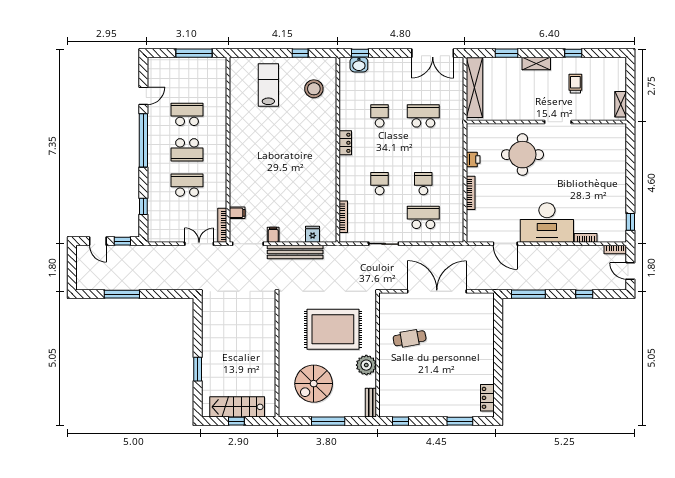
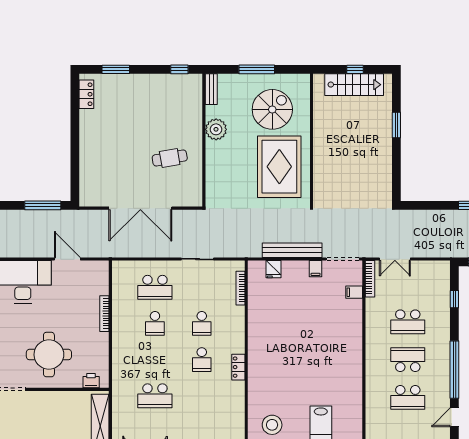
school desk: (380, 116) -> (202, 360), moved
printer: (473, 159) -> (91, 381), moved, turned 90
rug: (333, 329) -> (279, 167), moved, turned 90

